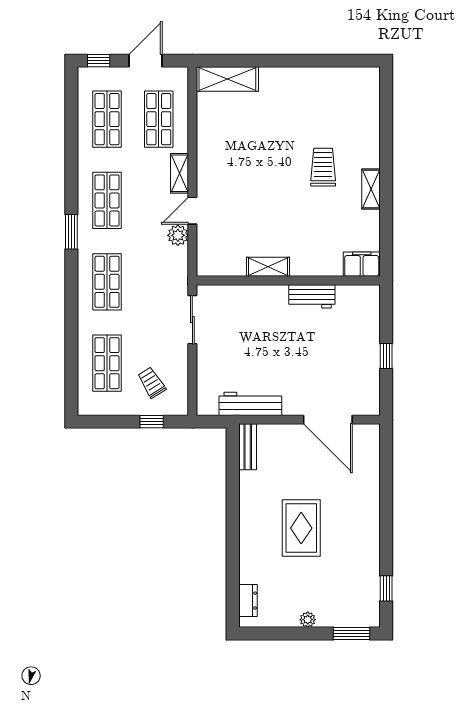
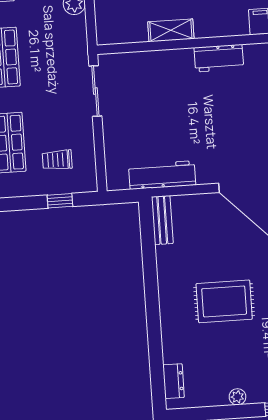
trolley: (152, 383) -> (57, 160), turned -58
rug: (301, 528) -> (224, 301), turned 90

